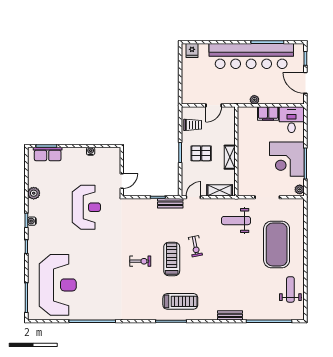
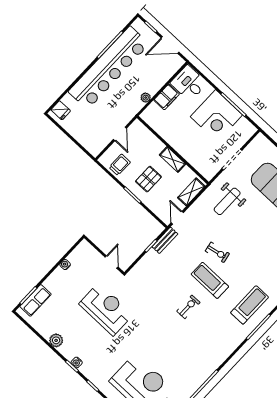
plant: (300, 189) -> (250, 128), removed

